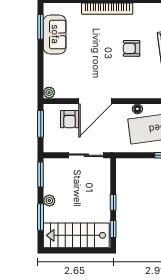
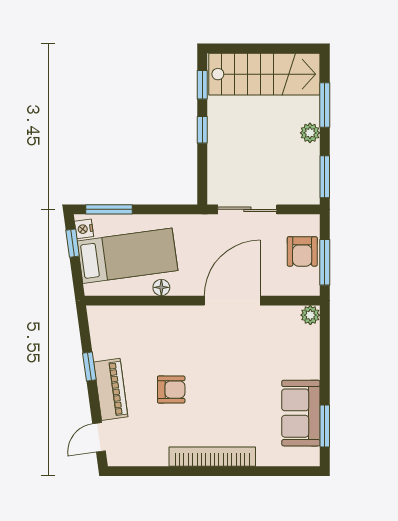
armchair: (70, 119) -> (302, 251), moved, turned 180

